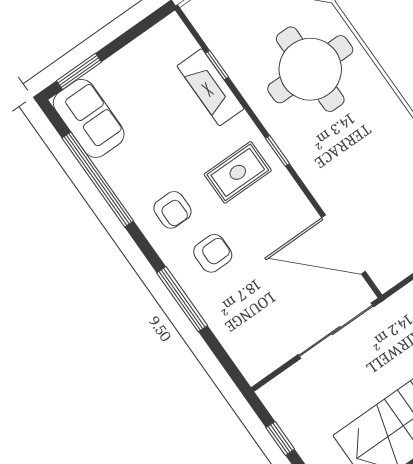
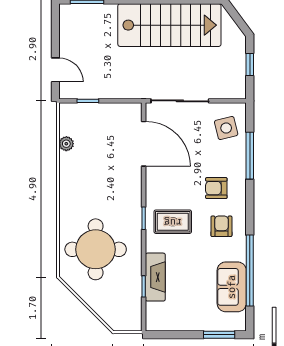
sofa: (89, 118) -> (232, 287), moved
window: (182, 299) -> (250, 156), moved
side table: (254, 338) -> (226, 128), added

